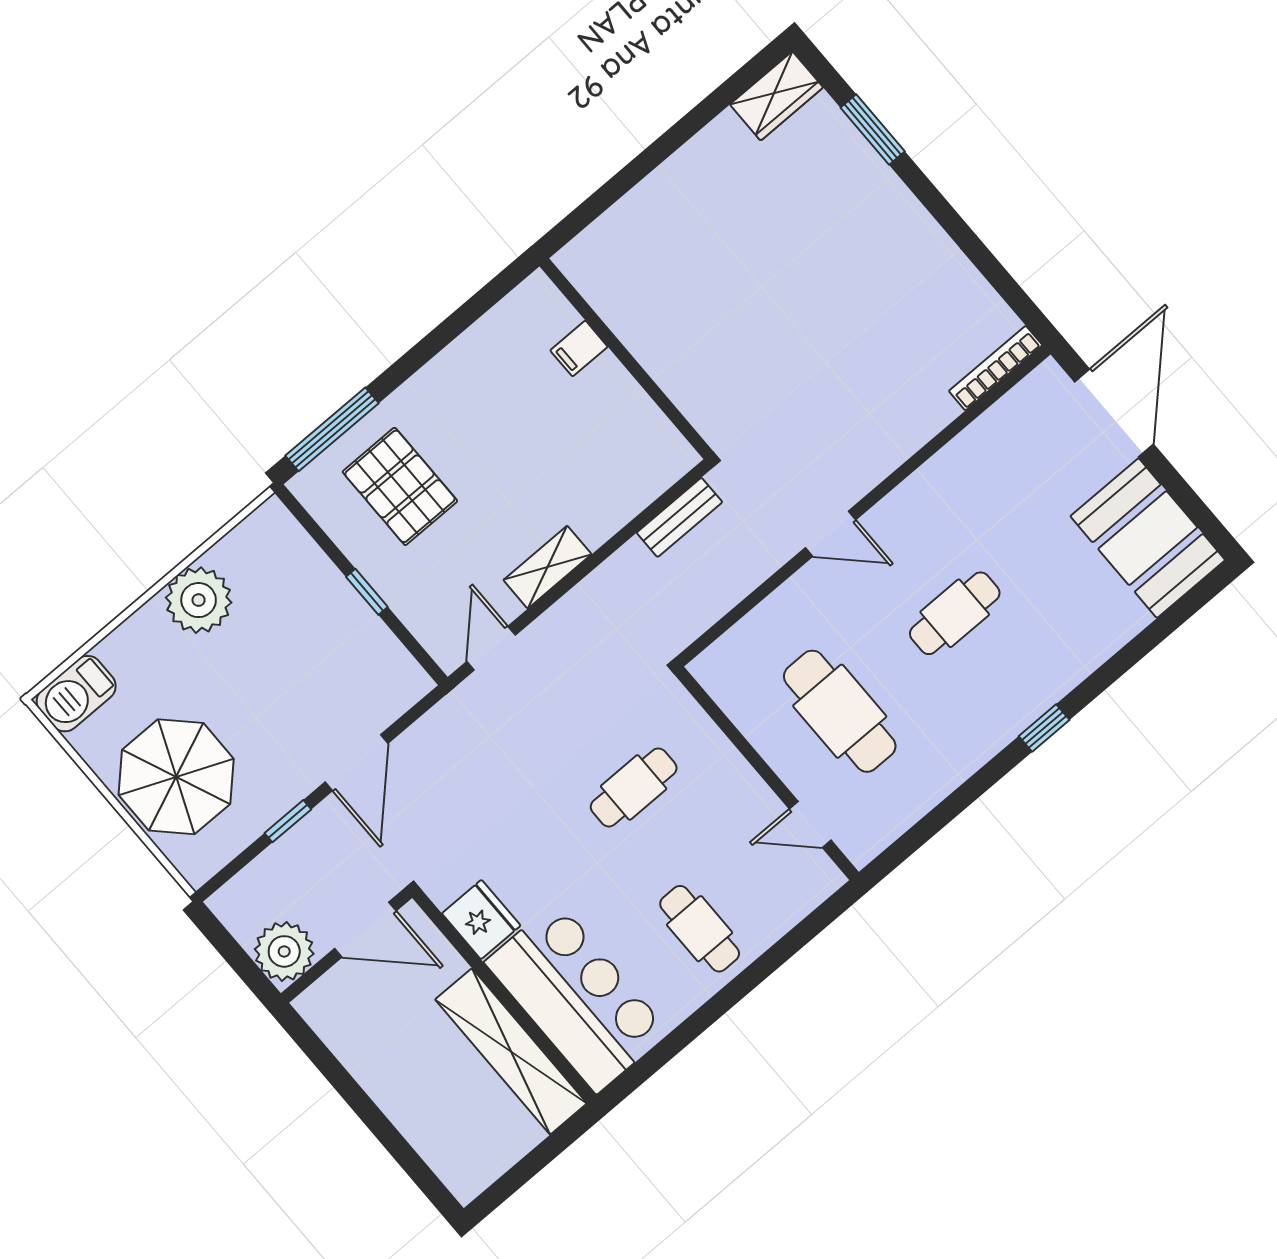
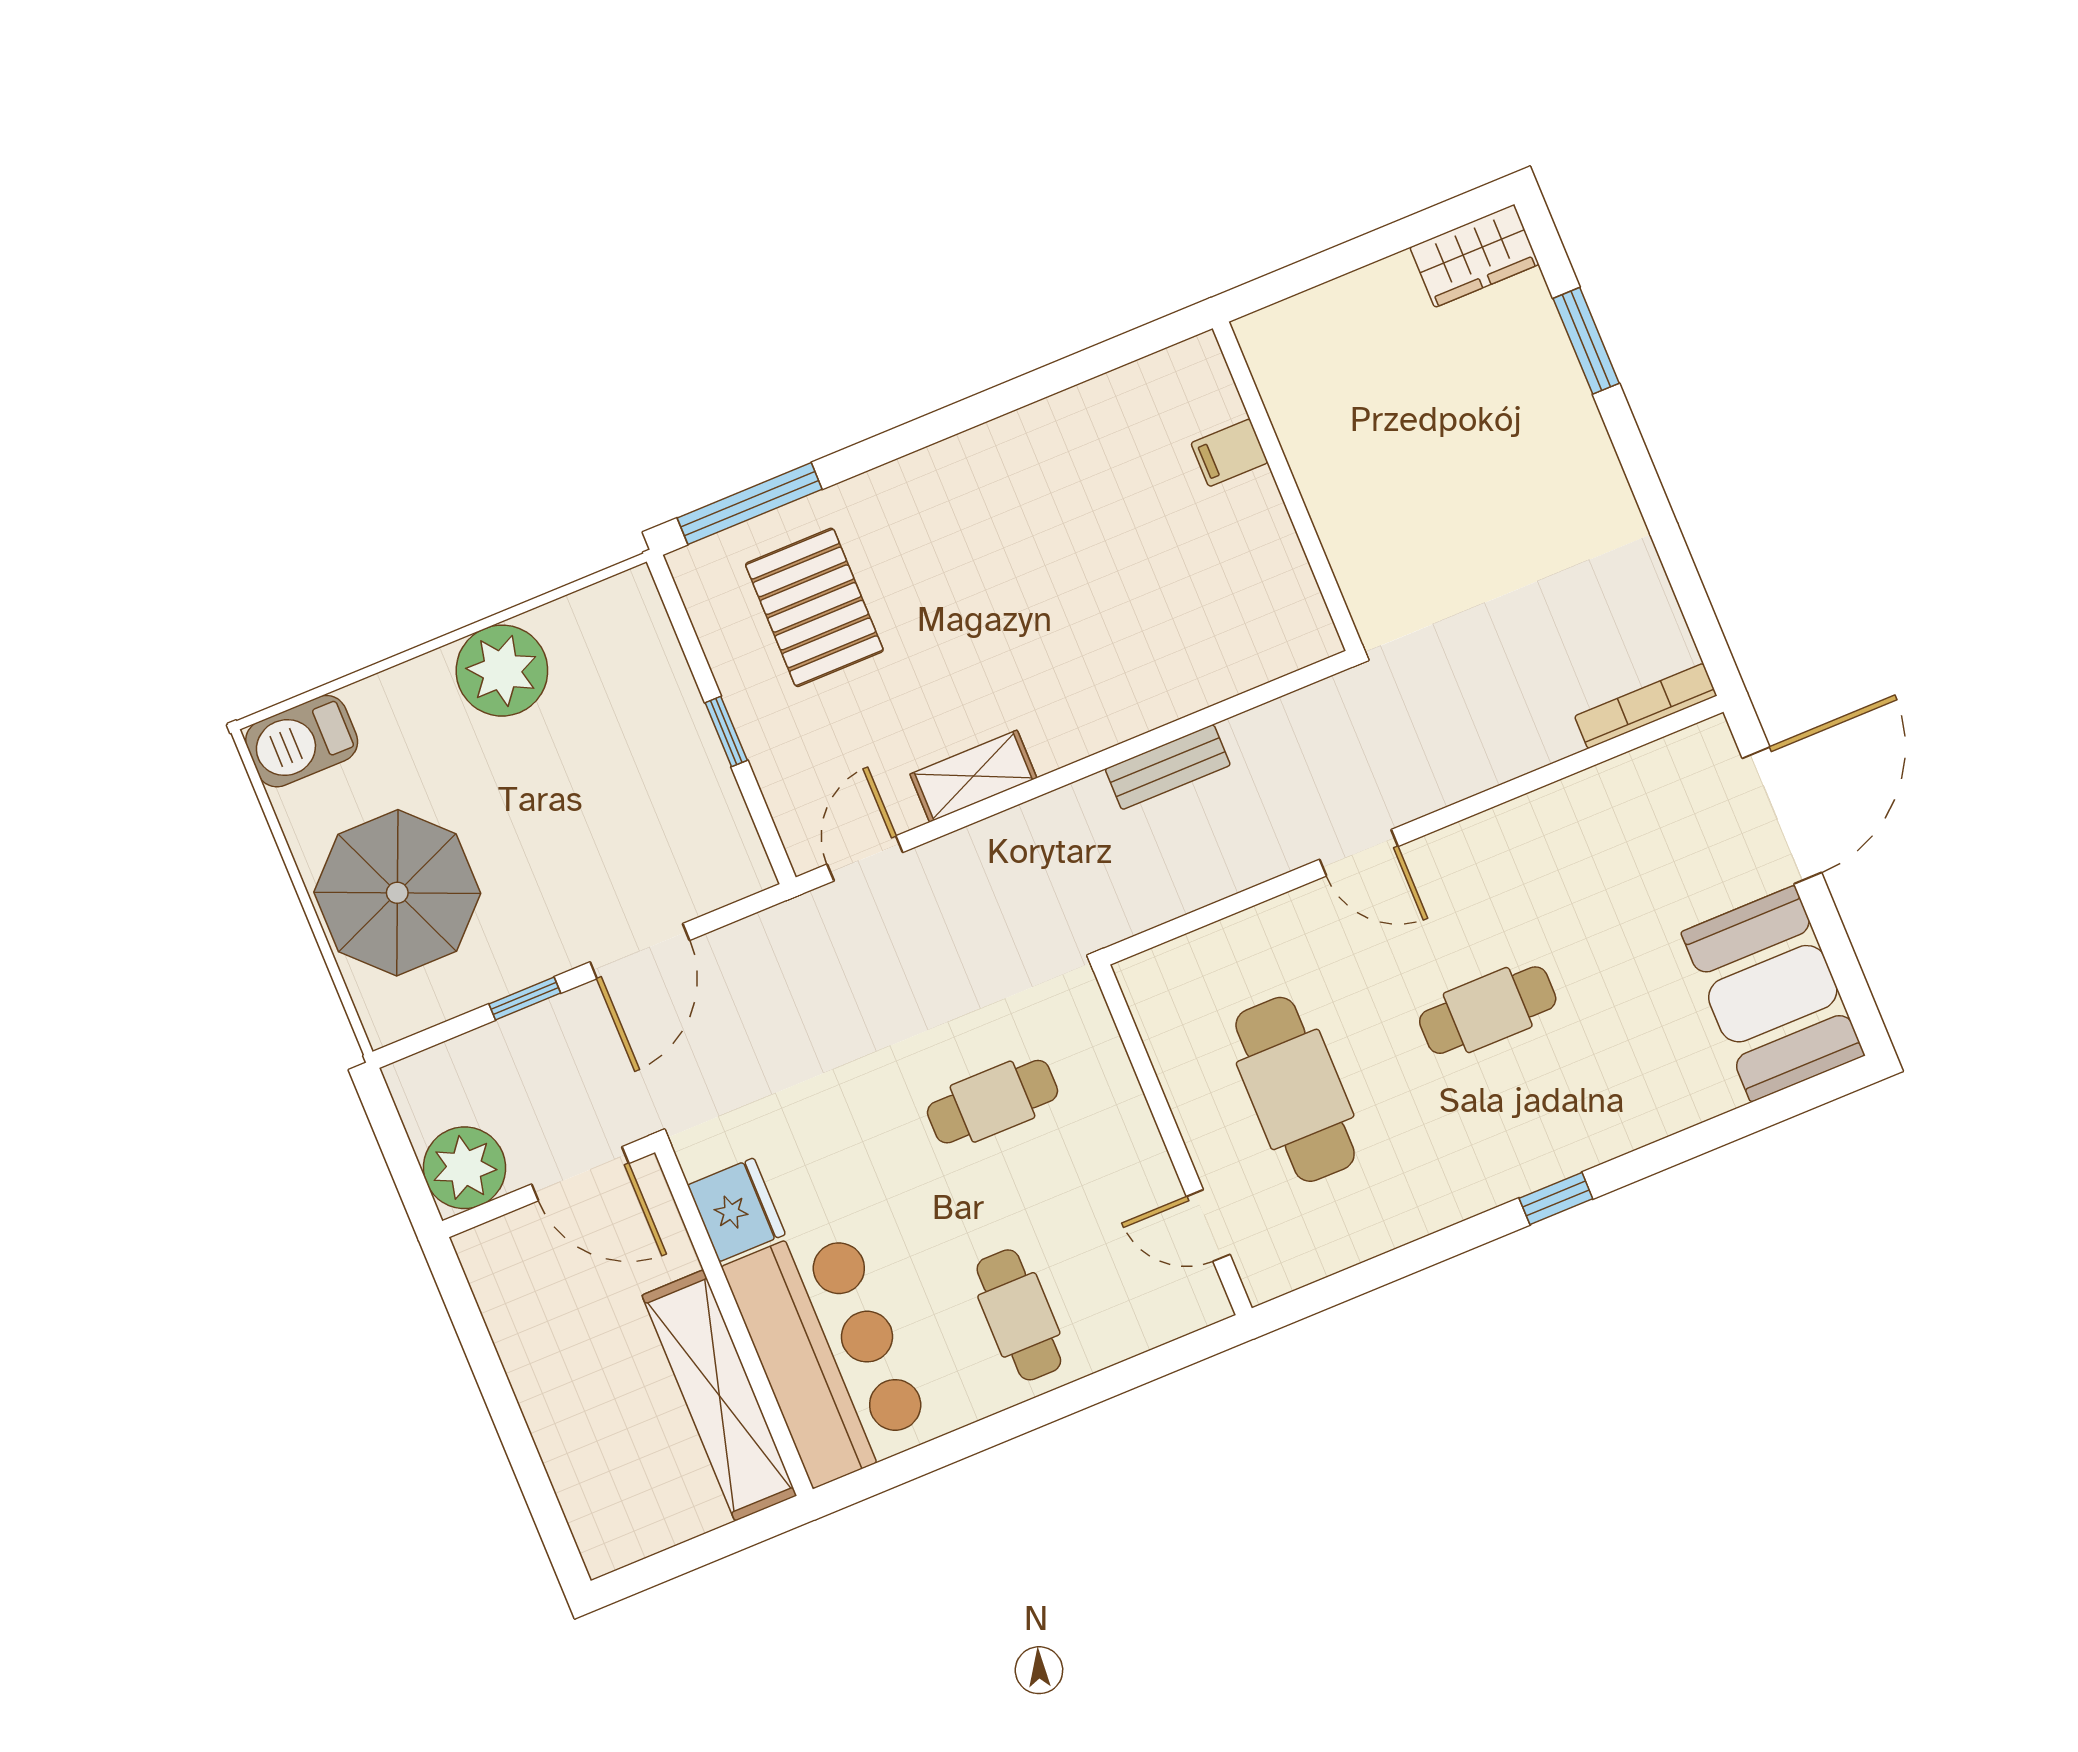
filing cabinet: (579, 349) -> (1229, 453), moved
wall: (626, 359) -> (1287, 486), moved

